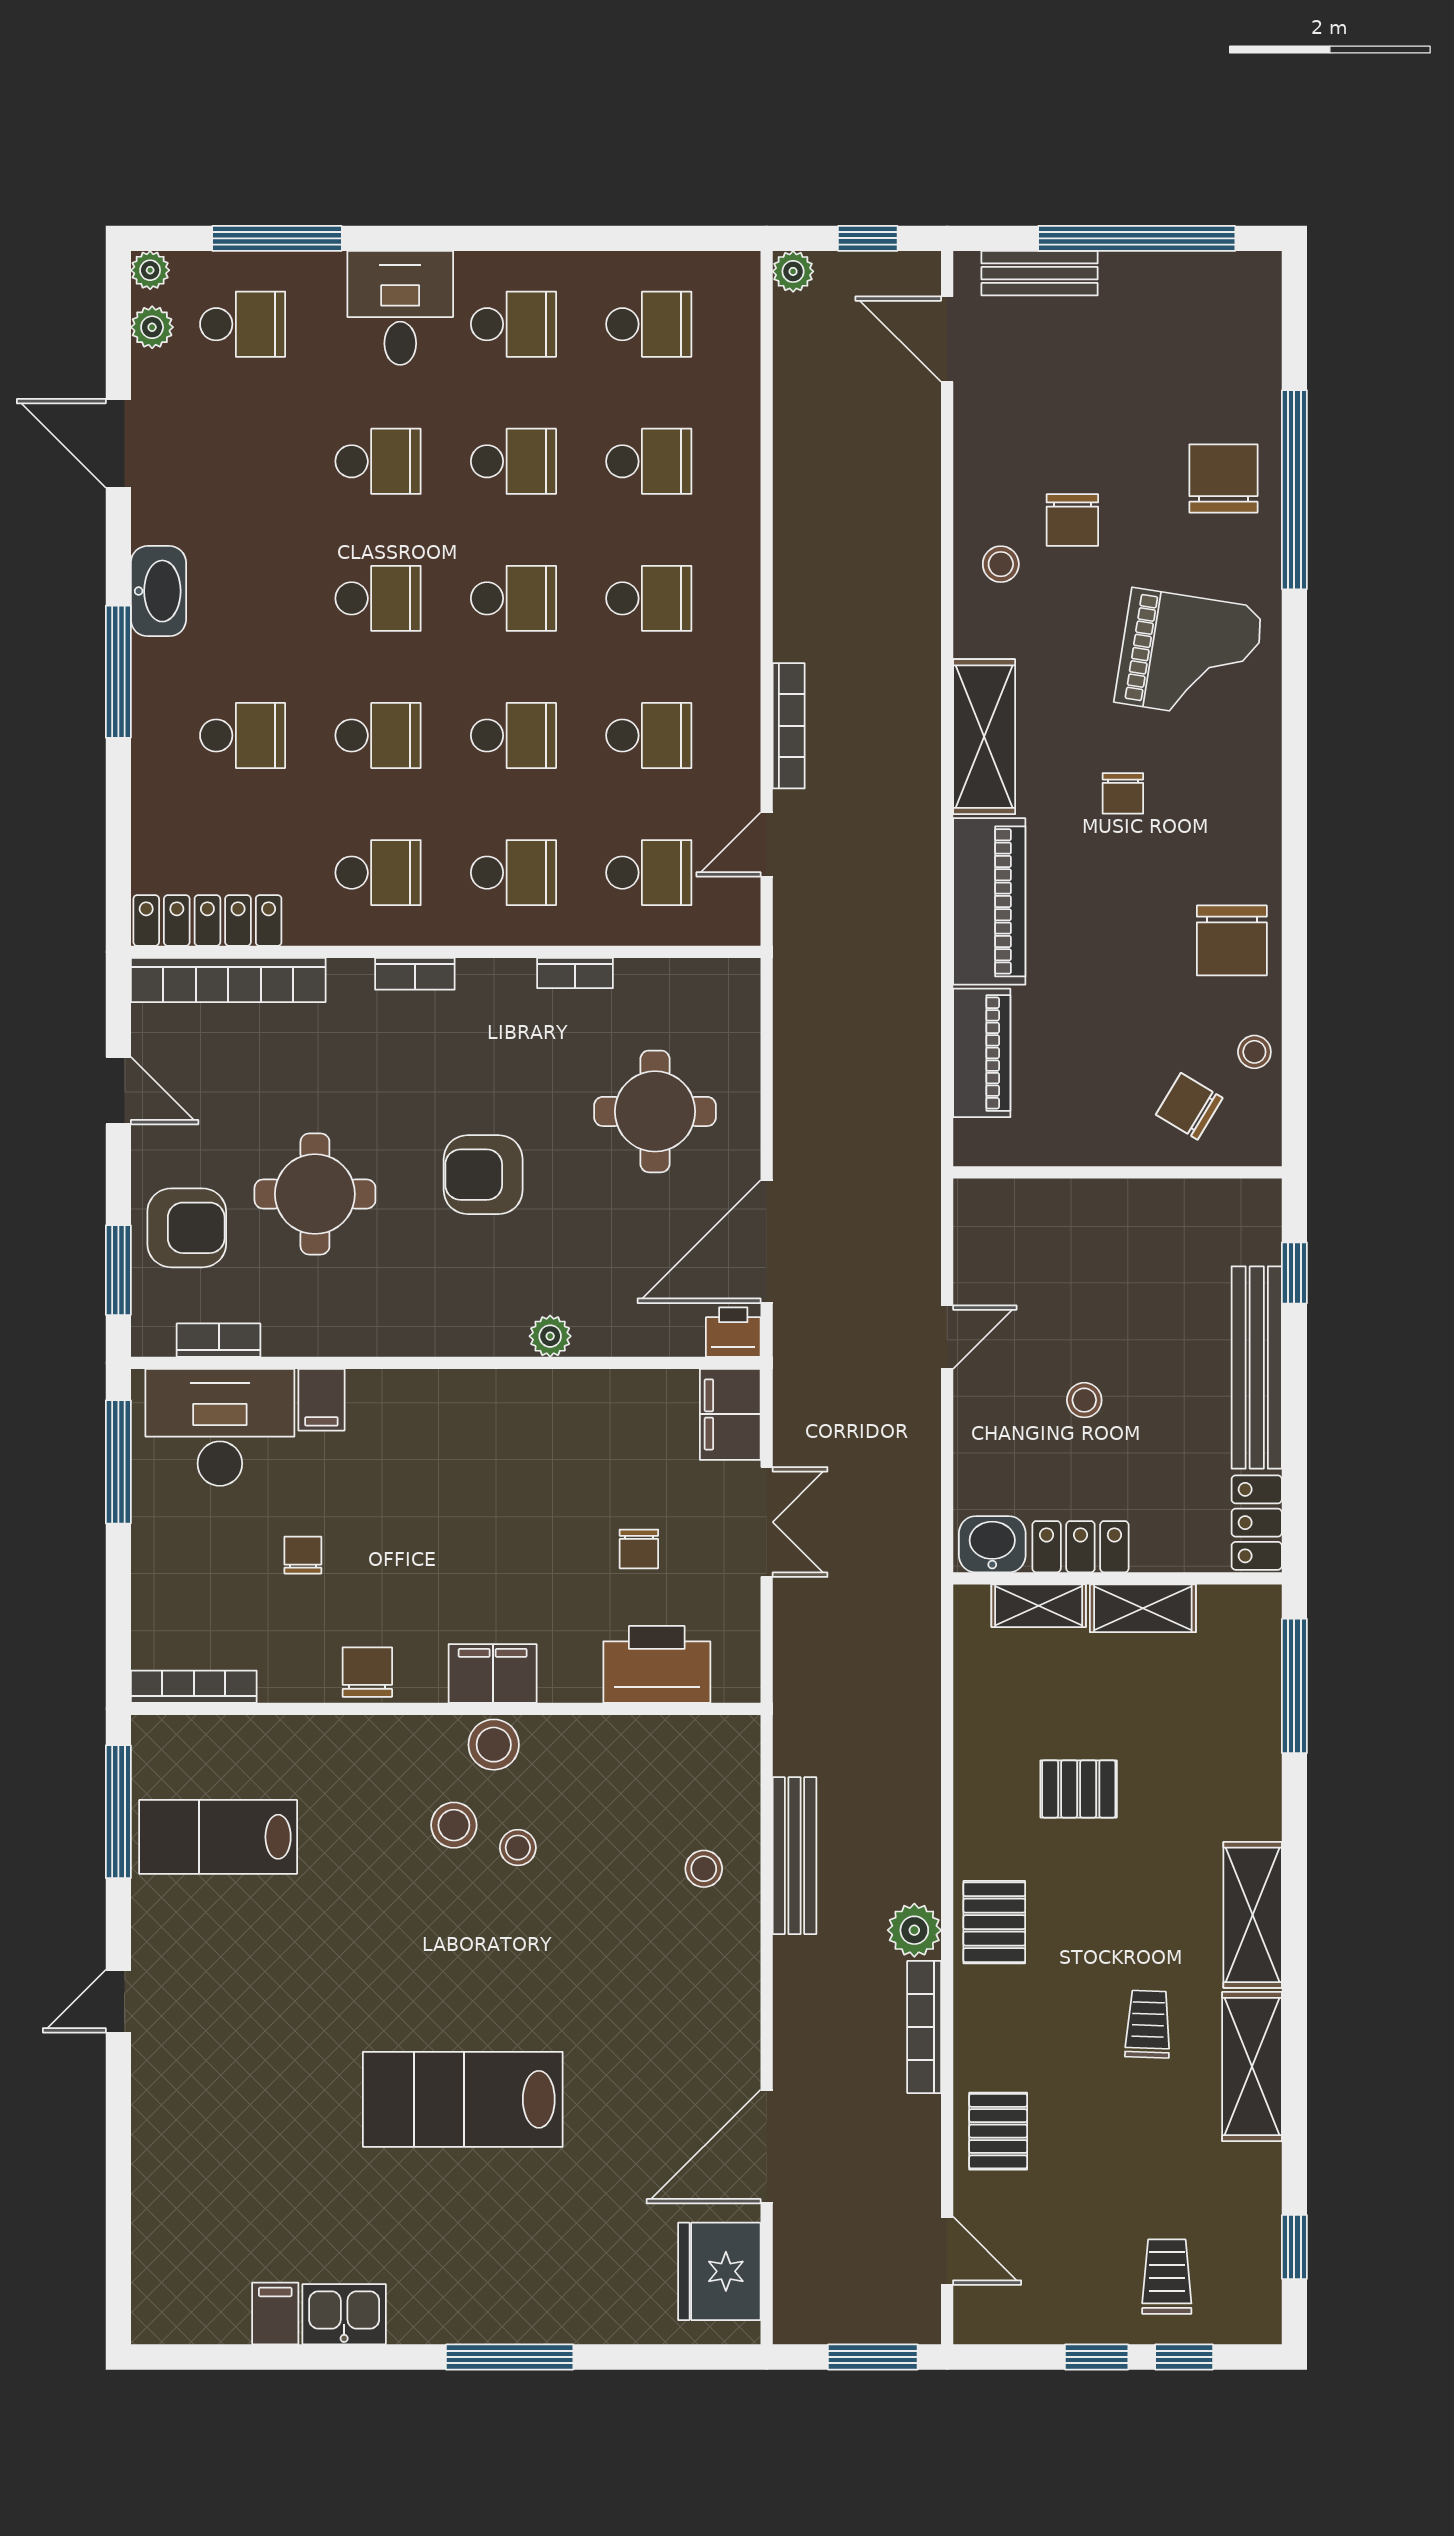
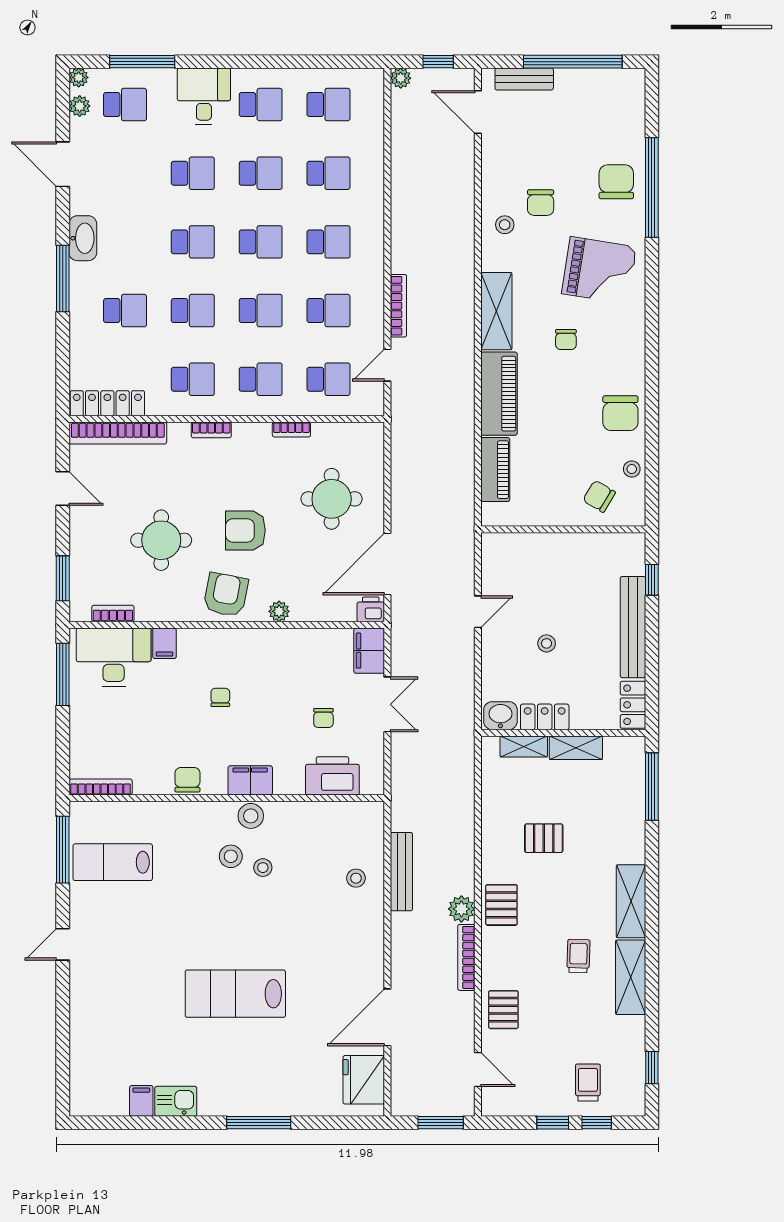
armchair: (187, 1228) -> (226, 595), moved, turned -79
chair: (303, 1555) -> (220, 697), moved

